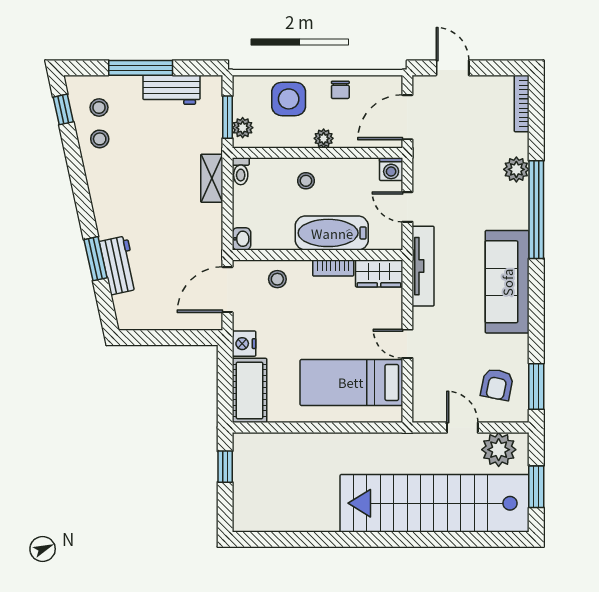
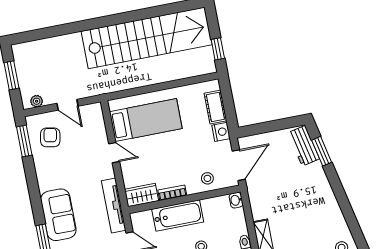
window: (95, 259) -> (322, 151), moved
workbench: (119, 265) -> (304, 146), moved
sofa: (507, 282) -> (58, 215), width x0.73
cot: (250, 390) -> (215, 107), width x0.73, depth x0.75
plant: (499, 450) -> (37, 101), width x0.53, depth x0.53
stairs: (435, 503) -> (147, 38), moved

